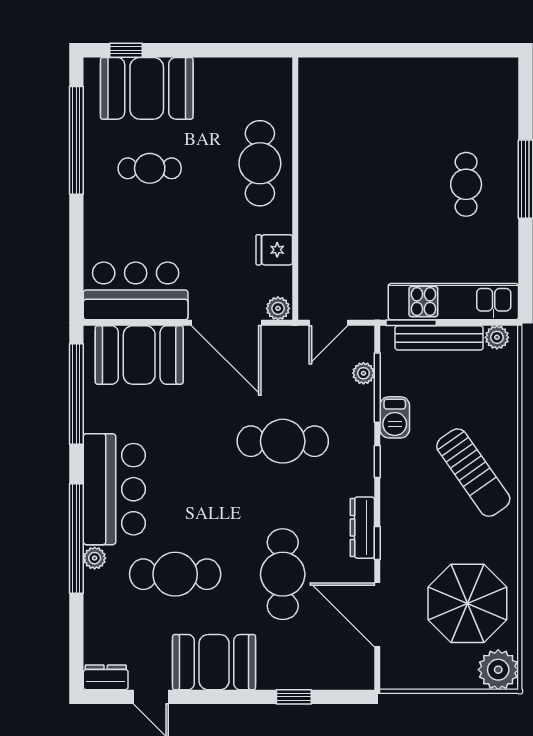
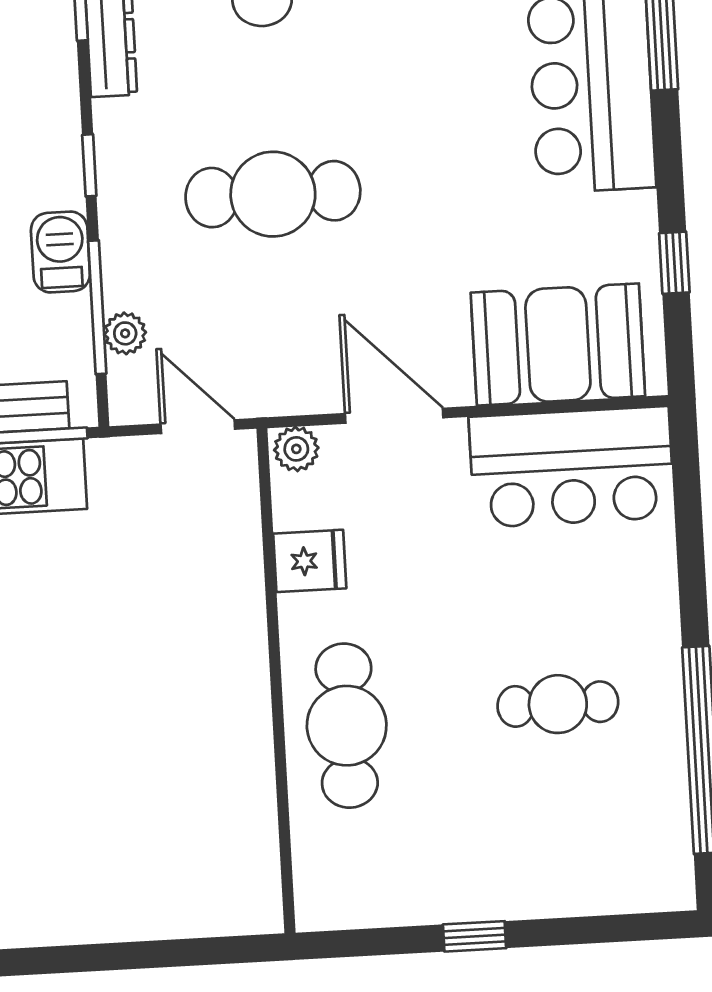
window: (126, 50) -> (475, 936), moved
booth: (147, 88) -> (572, 858), removed
door: (226, 323) -> (394, 416), width x0.73
door: (328, 323) -> (198, 427), hinge flipped
window: (76, 394) -> (674, 263), width x0.32

